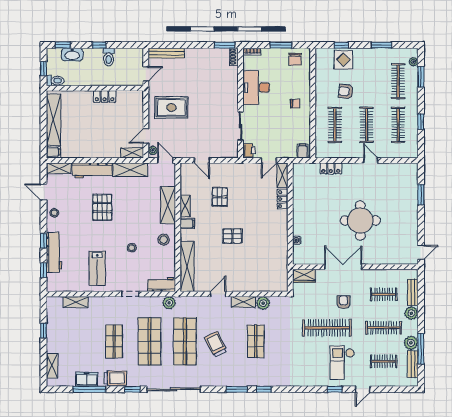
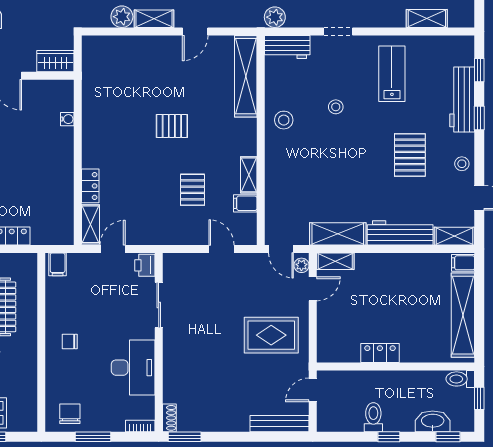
shelving: (168, 205) -> (277, 176), removed
pallet: (102, 207) -> (410, 155), moved
filing cabinet: (187, 223) -> (245, 203), moved

